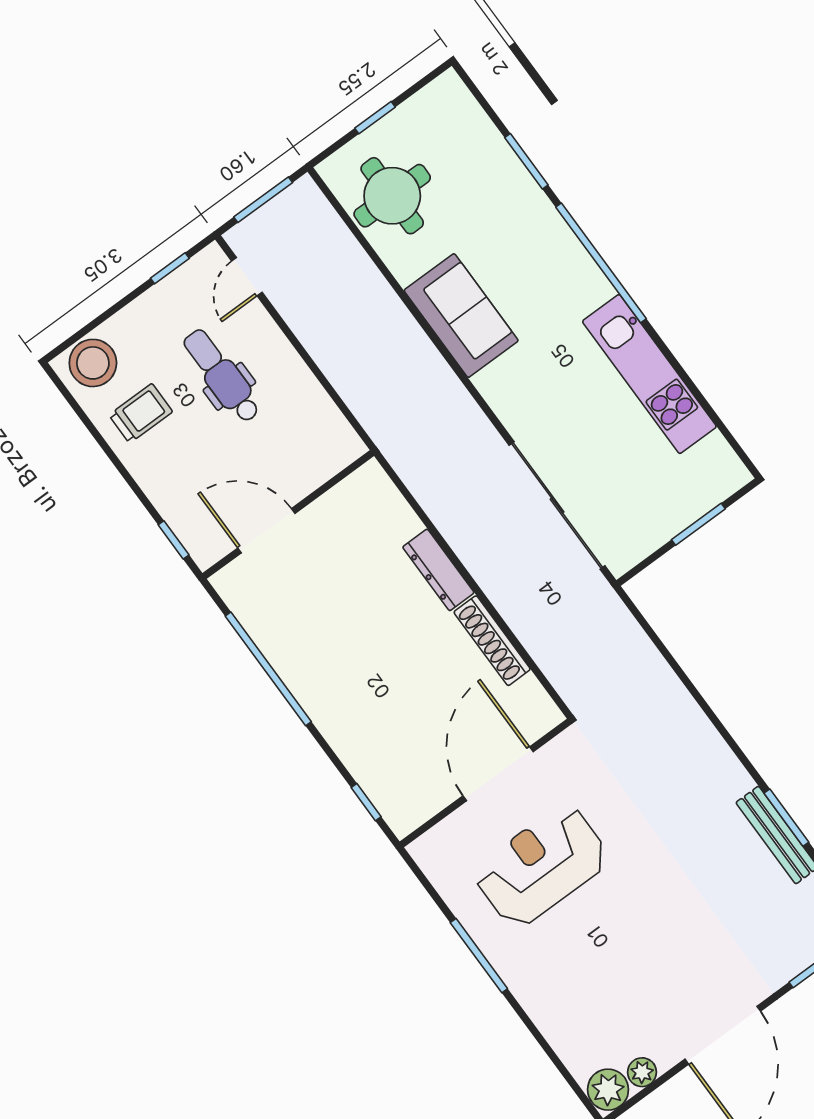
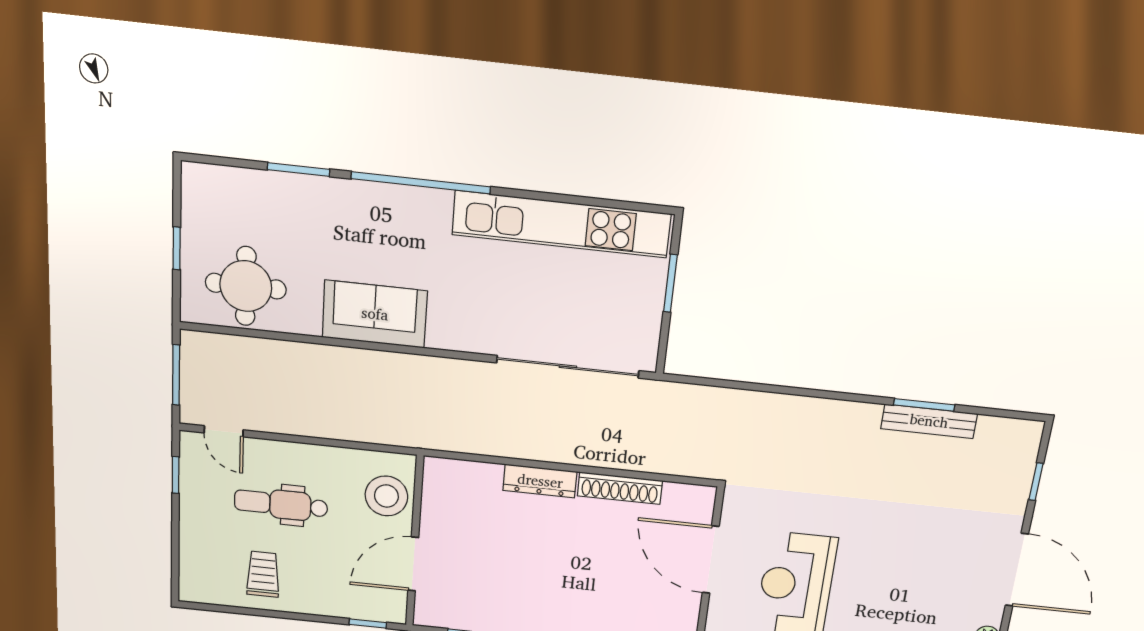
stool: (93, 363) -> (386, 496), moved
kitchen unit: (649, 374) -> (561, 224), width x1.36

